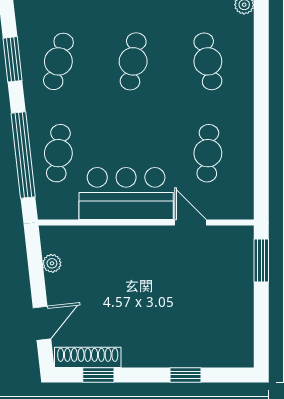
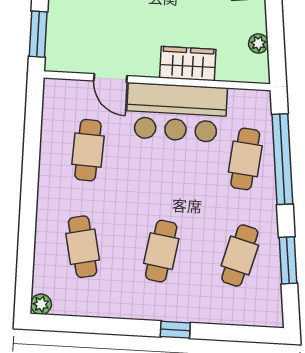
wardrobe: (118, 241) -> (188, 64), added

